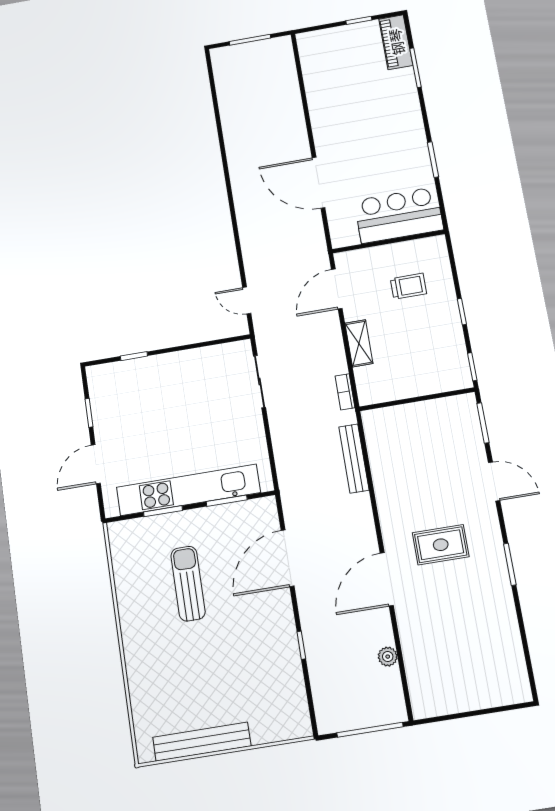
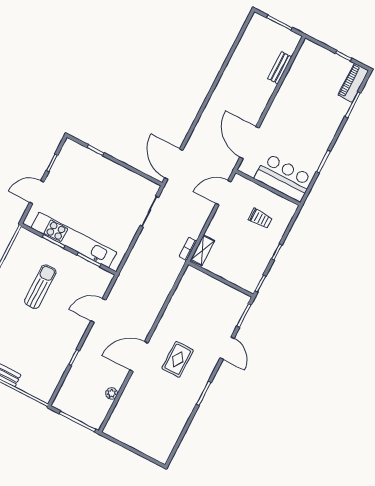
door: (319, 183) -> (249, 143), moved
door: (247, 300) -> (174, 164), width x1.87
shelving: (359, 343) -> (203, 250), moved
bench: (354, 458) -> (280, 68), moved, width x0.73
rug: (441, 545) -> (178, 359), turned 90
door: (288, 558) -> (98, 310), width x0.73

